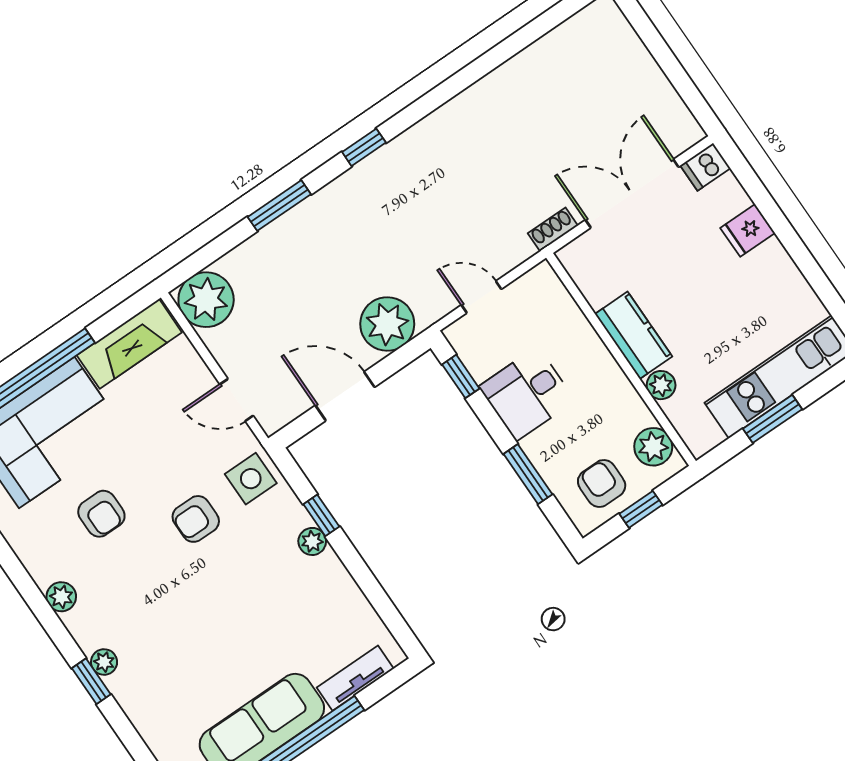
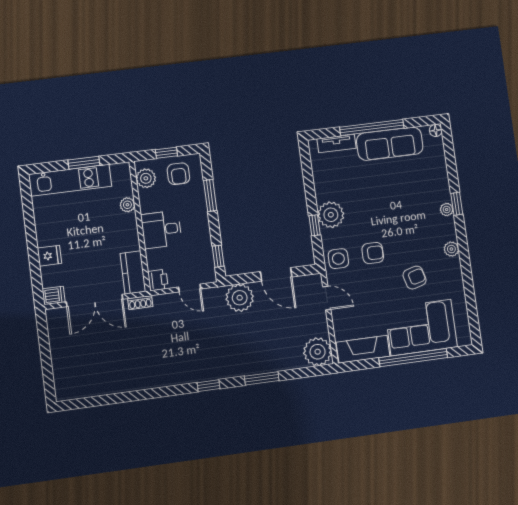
printer: (543, 283) -> (158, 280), added
kitchen counter: (634, 335) -> (133, 272), moved
desk: (527, 394) -> (161, 230), moved, turned 180
armchair: (101, 514) -> (415, 278), turned 75
plant: (312, 541) -> (331, 215), width x1.87, depth x1.87

